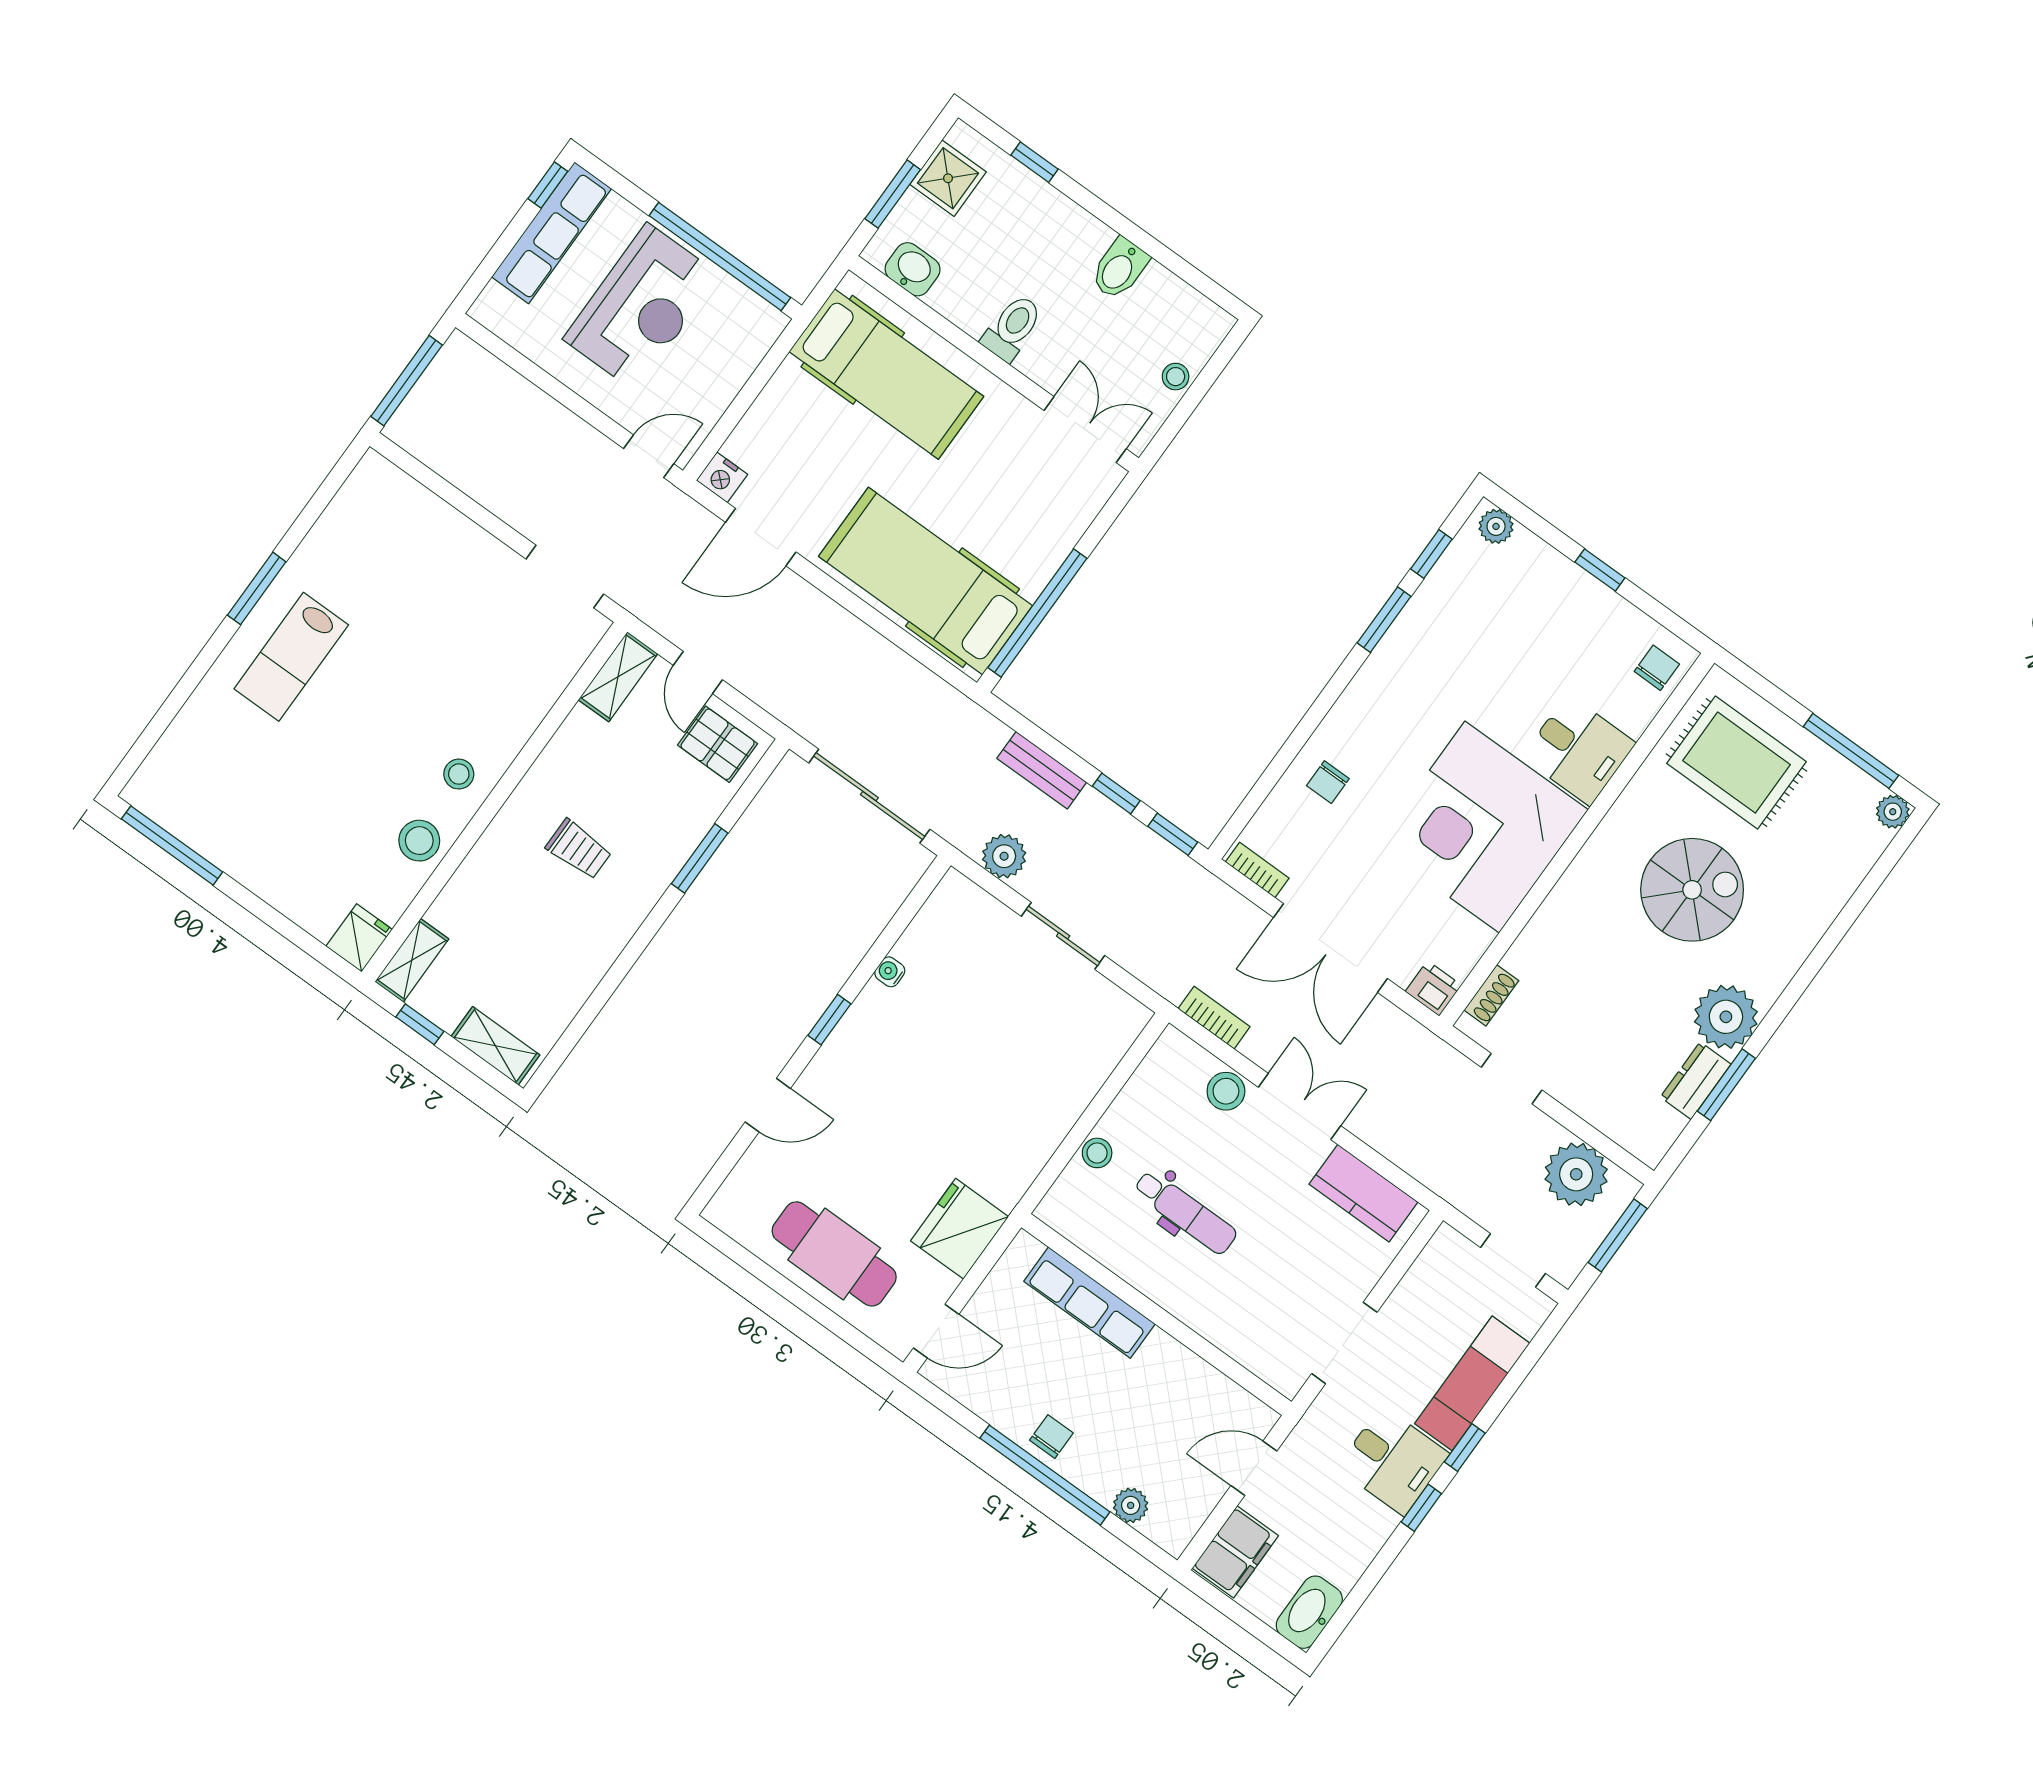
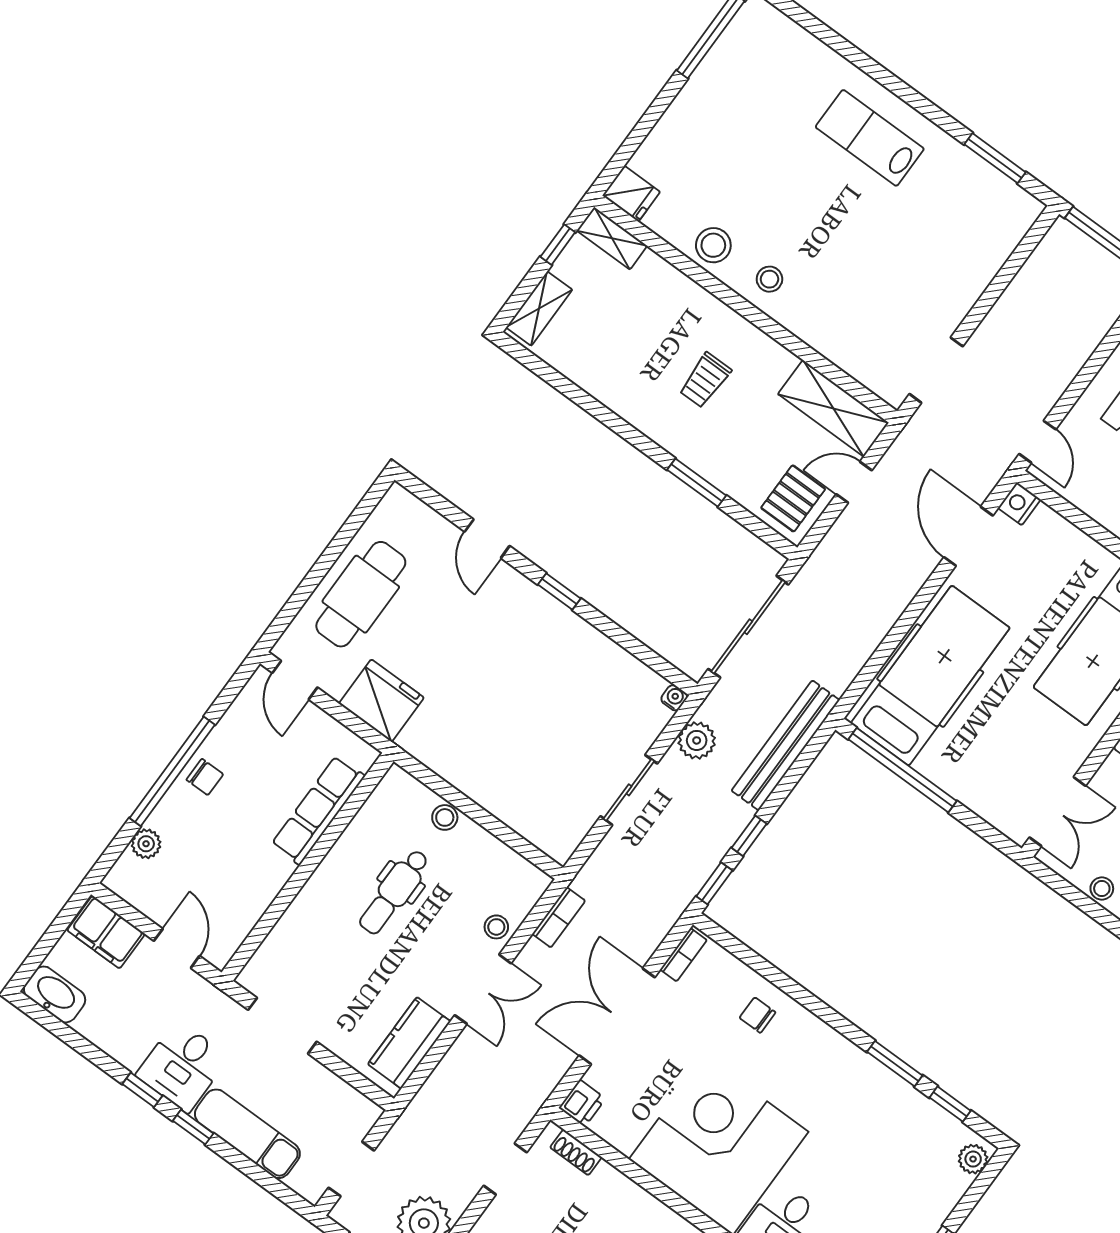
window: (257, 588) -> (995, 158), moved
shelving: (618, 677) -> (833, 408), width x1.50, depth x1.33
bench: (1042, 770) -> (786, 745), width x1.86, depth x1.21
water cooler: (890, 972) -> (674, 698), moved
stool: (1226, 1091) -> (496, 927), width x0.73, depth x0.73

